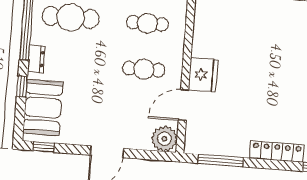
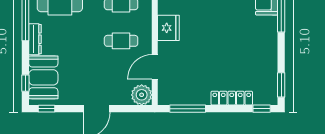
dresser: (36, 59) -> (35, 39), width x1.44
fridge: (203, 75) -> (168, 28), moved
window: (22, 86) -> (25, 83), moved

